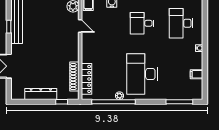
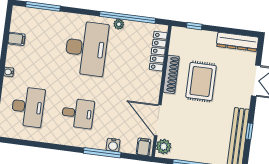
door: (80, 26) -> (158, 120), width x1.87
rug: (51, 60) -> (201, 82), added
shoe rack: (74, 77) -> (171, 74), moved
dresser: (41, 94) -> (237, 42), moved

